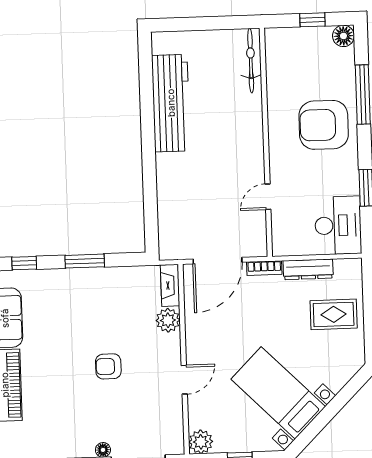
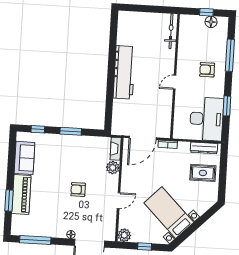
floor lamp: (343, 36) -> (211, 22), moved
workbench: (171, 103) -> (124, 72), moved
armchair: (324, 125) -> (207, 70), width x0.53, depth x0.53
door: (268, 197) -> (175, 82), moved
desk: (338, 225) -> (206, 119), width x1.36, depth x1.30
dresser: (308, 269) -> (204, 148), moved

